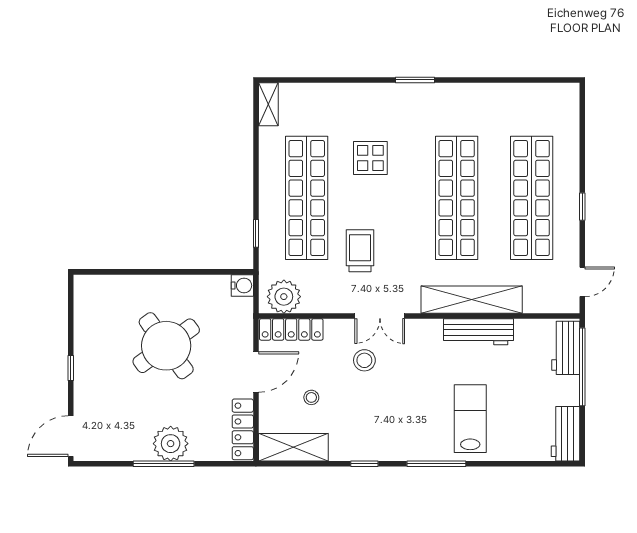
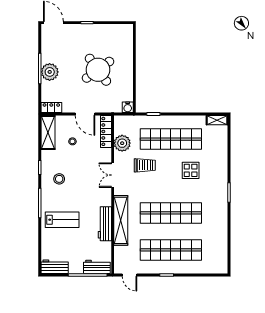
plant: (284, 297) -> (122, 143), moved
stool: (364, 360) -> (59, 179), moved
locker: (243, 429) -> (51, 108), width x0.66

